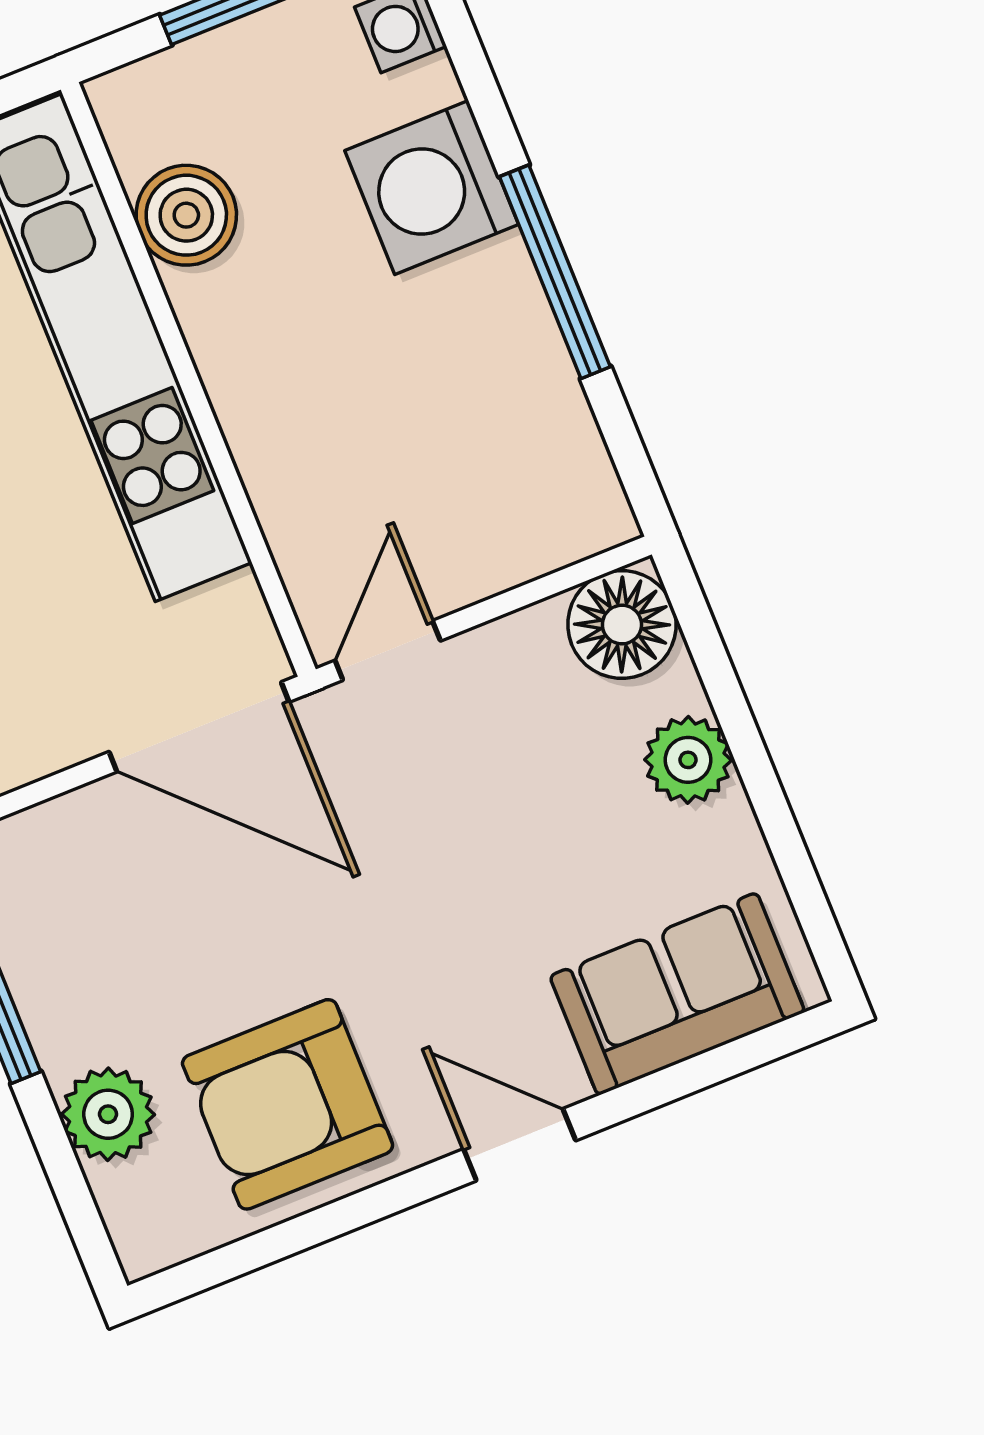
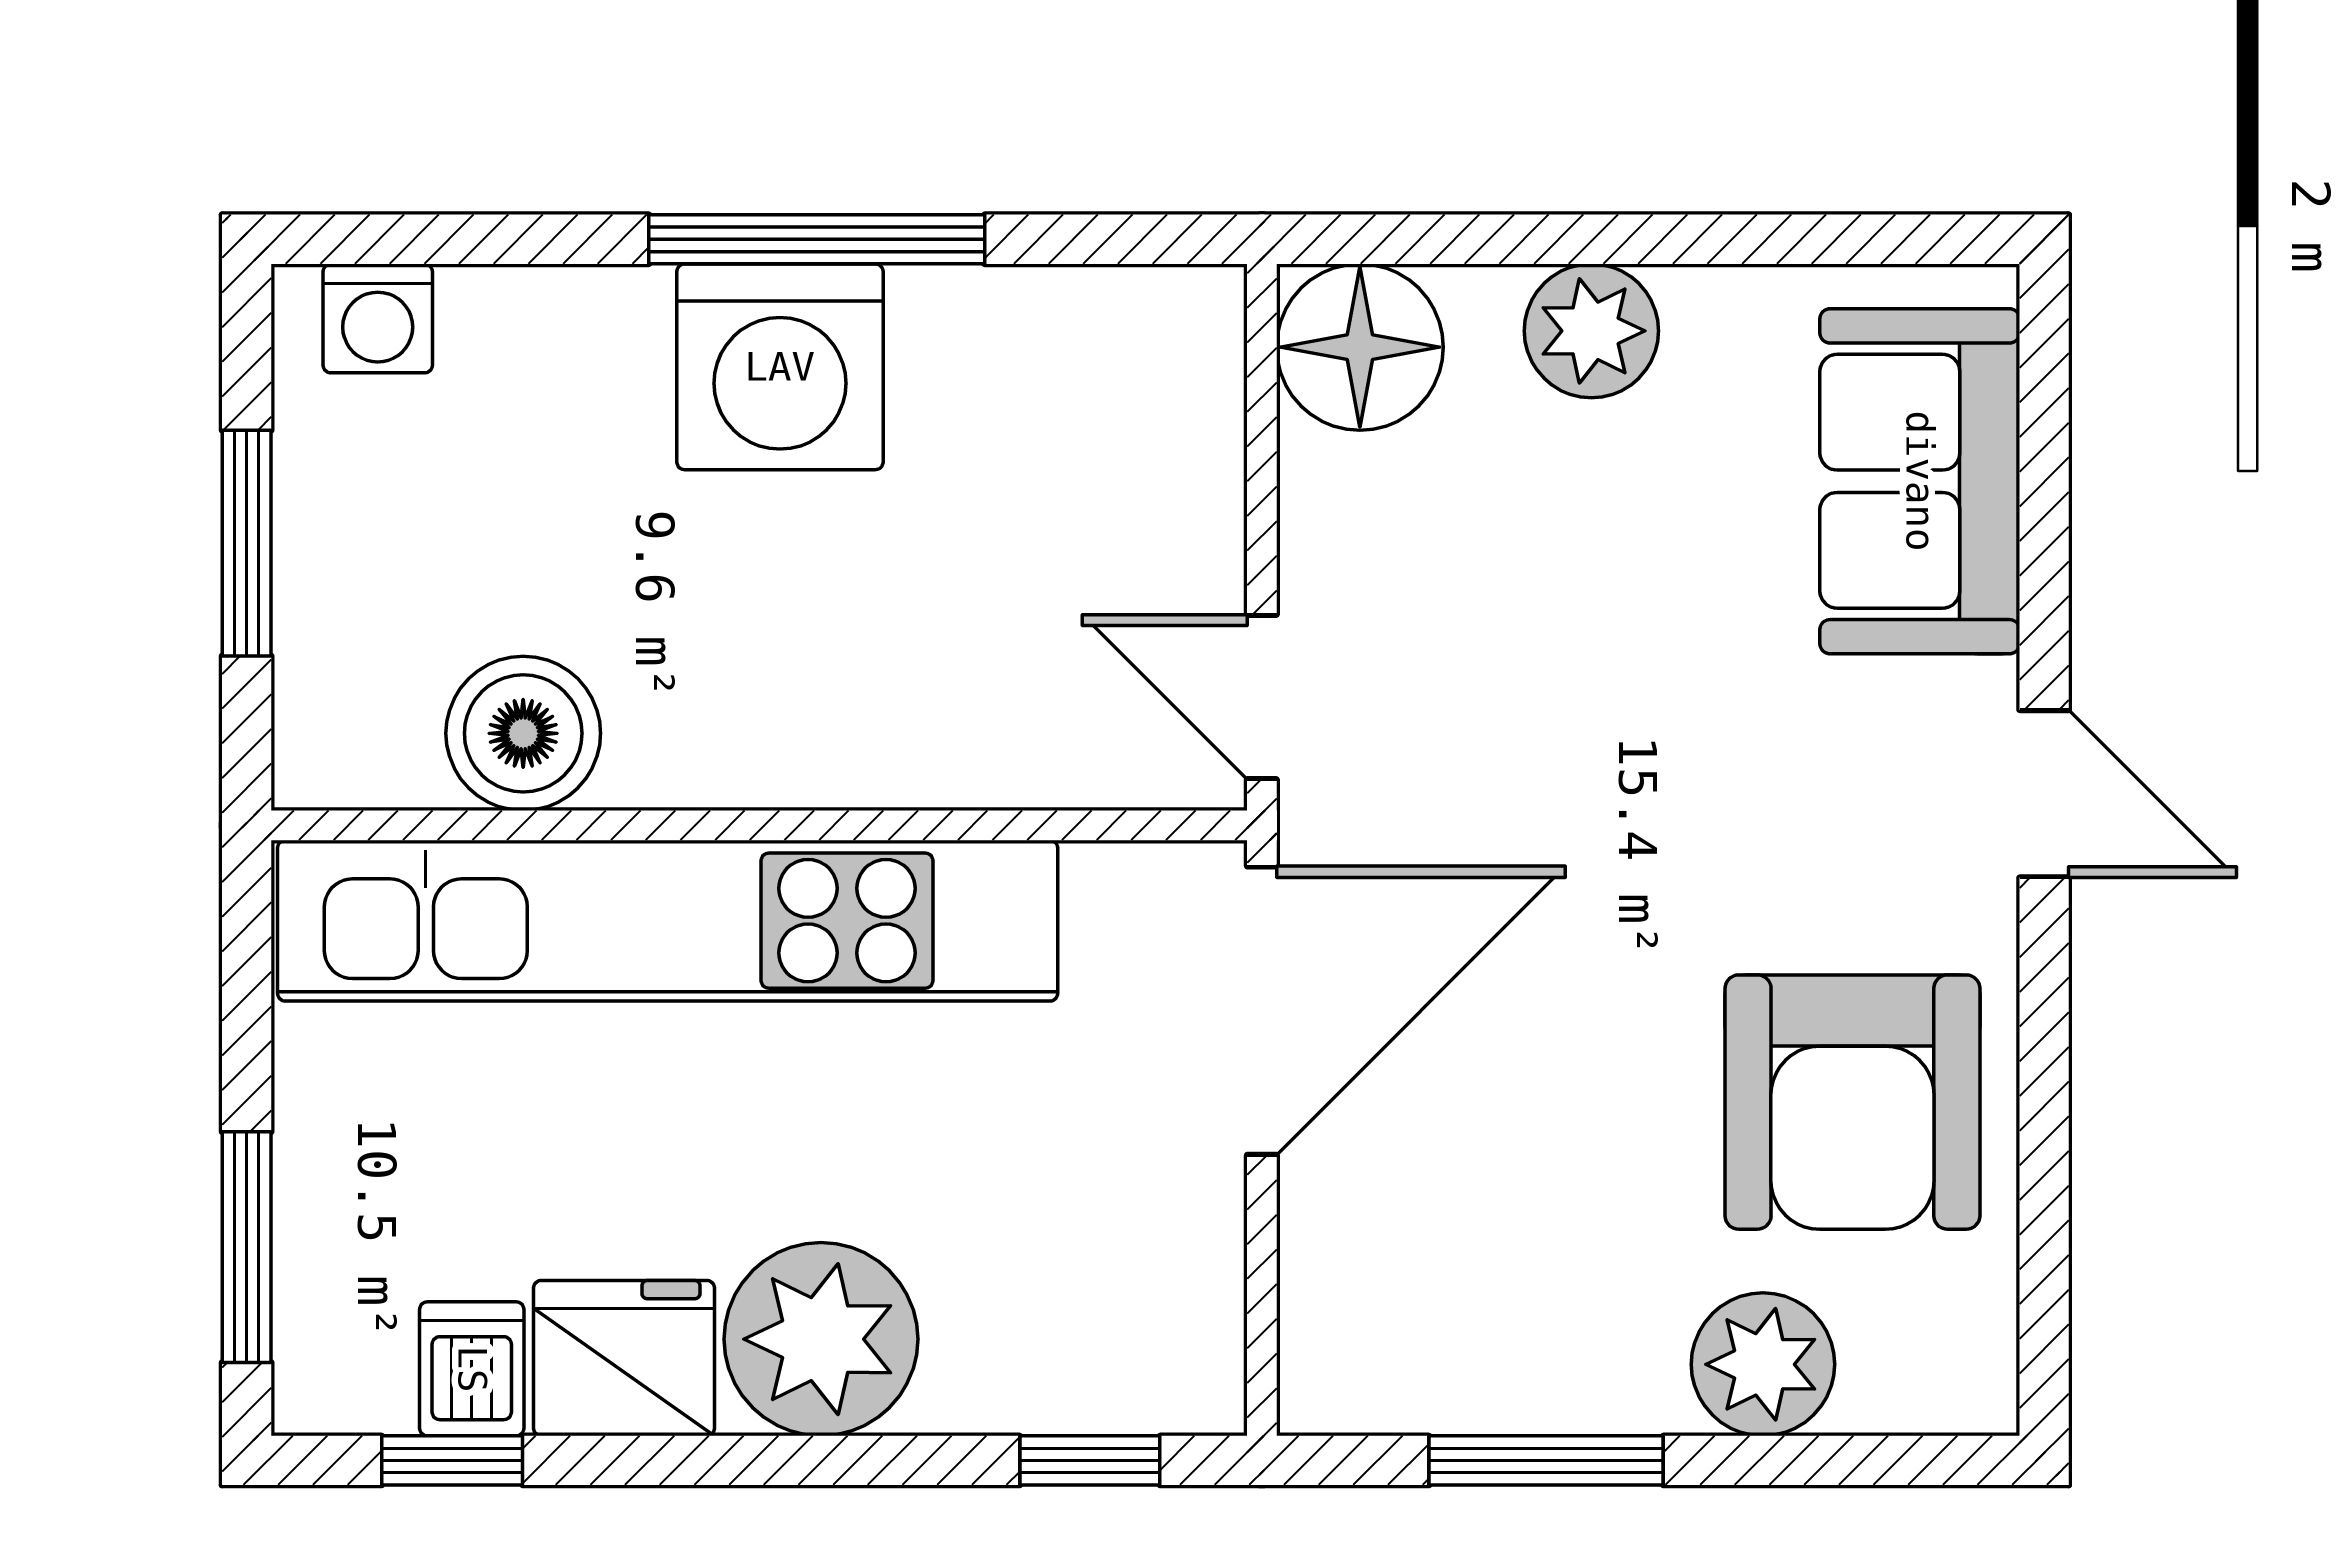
washing machine: (432, 187) -> (780, 367), moved
door: (520, 1145) -> (2044, 794), swing flipped

